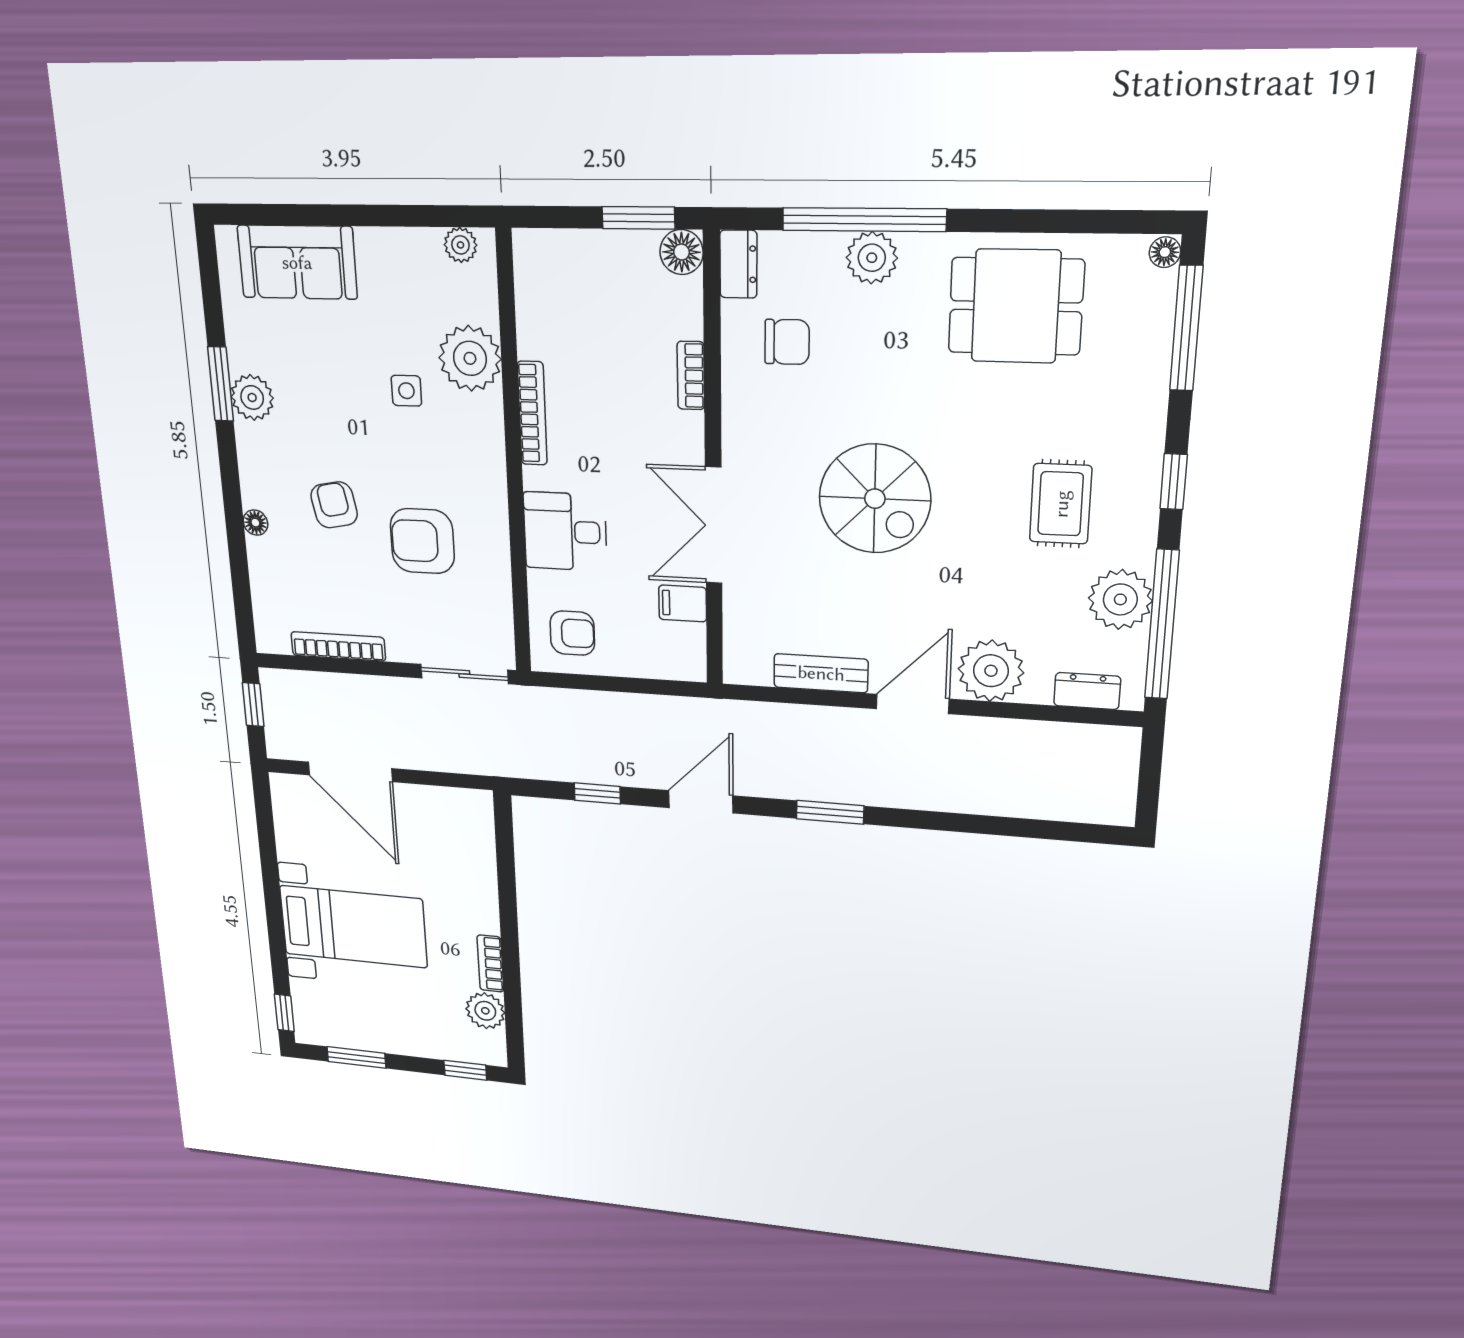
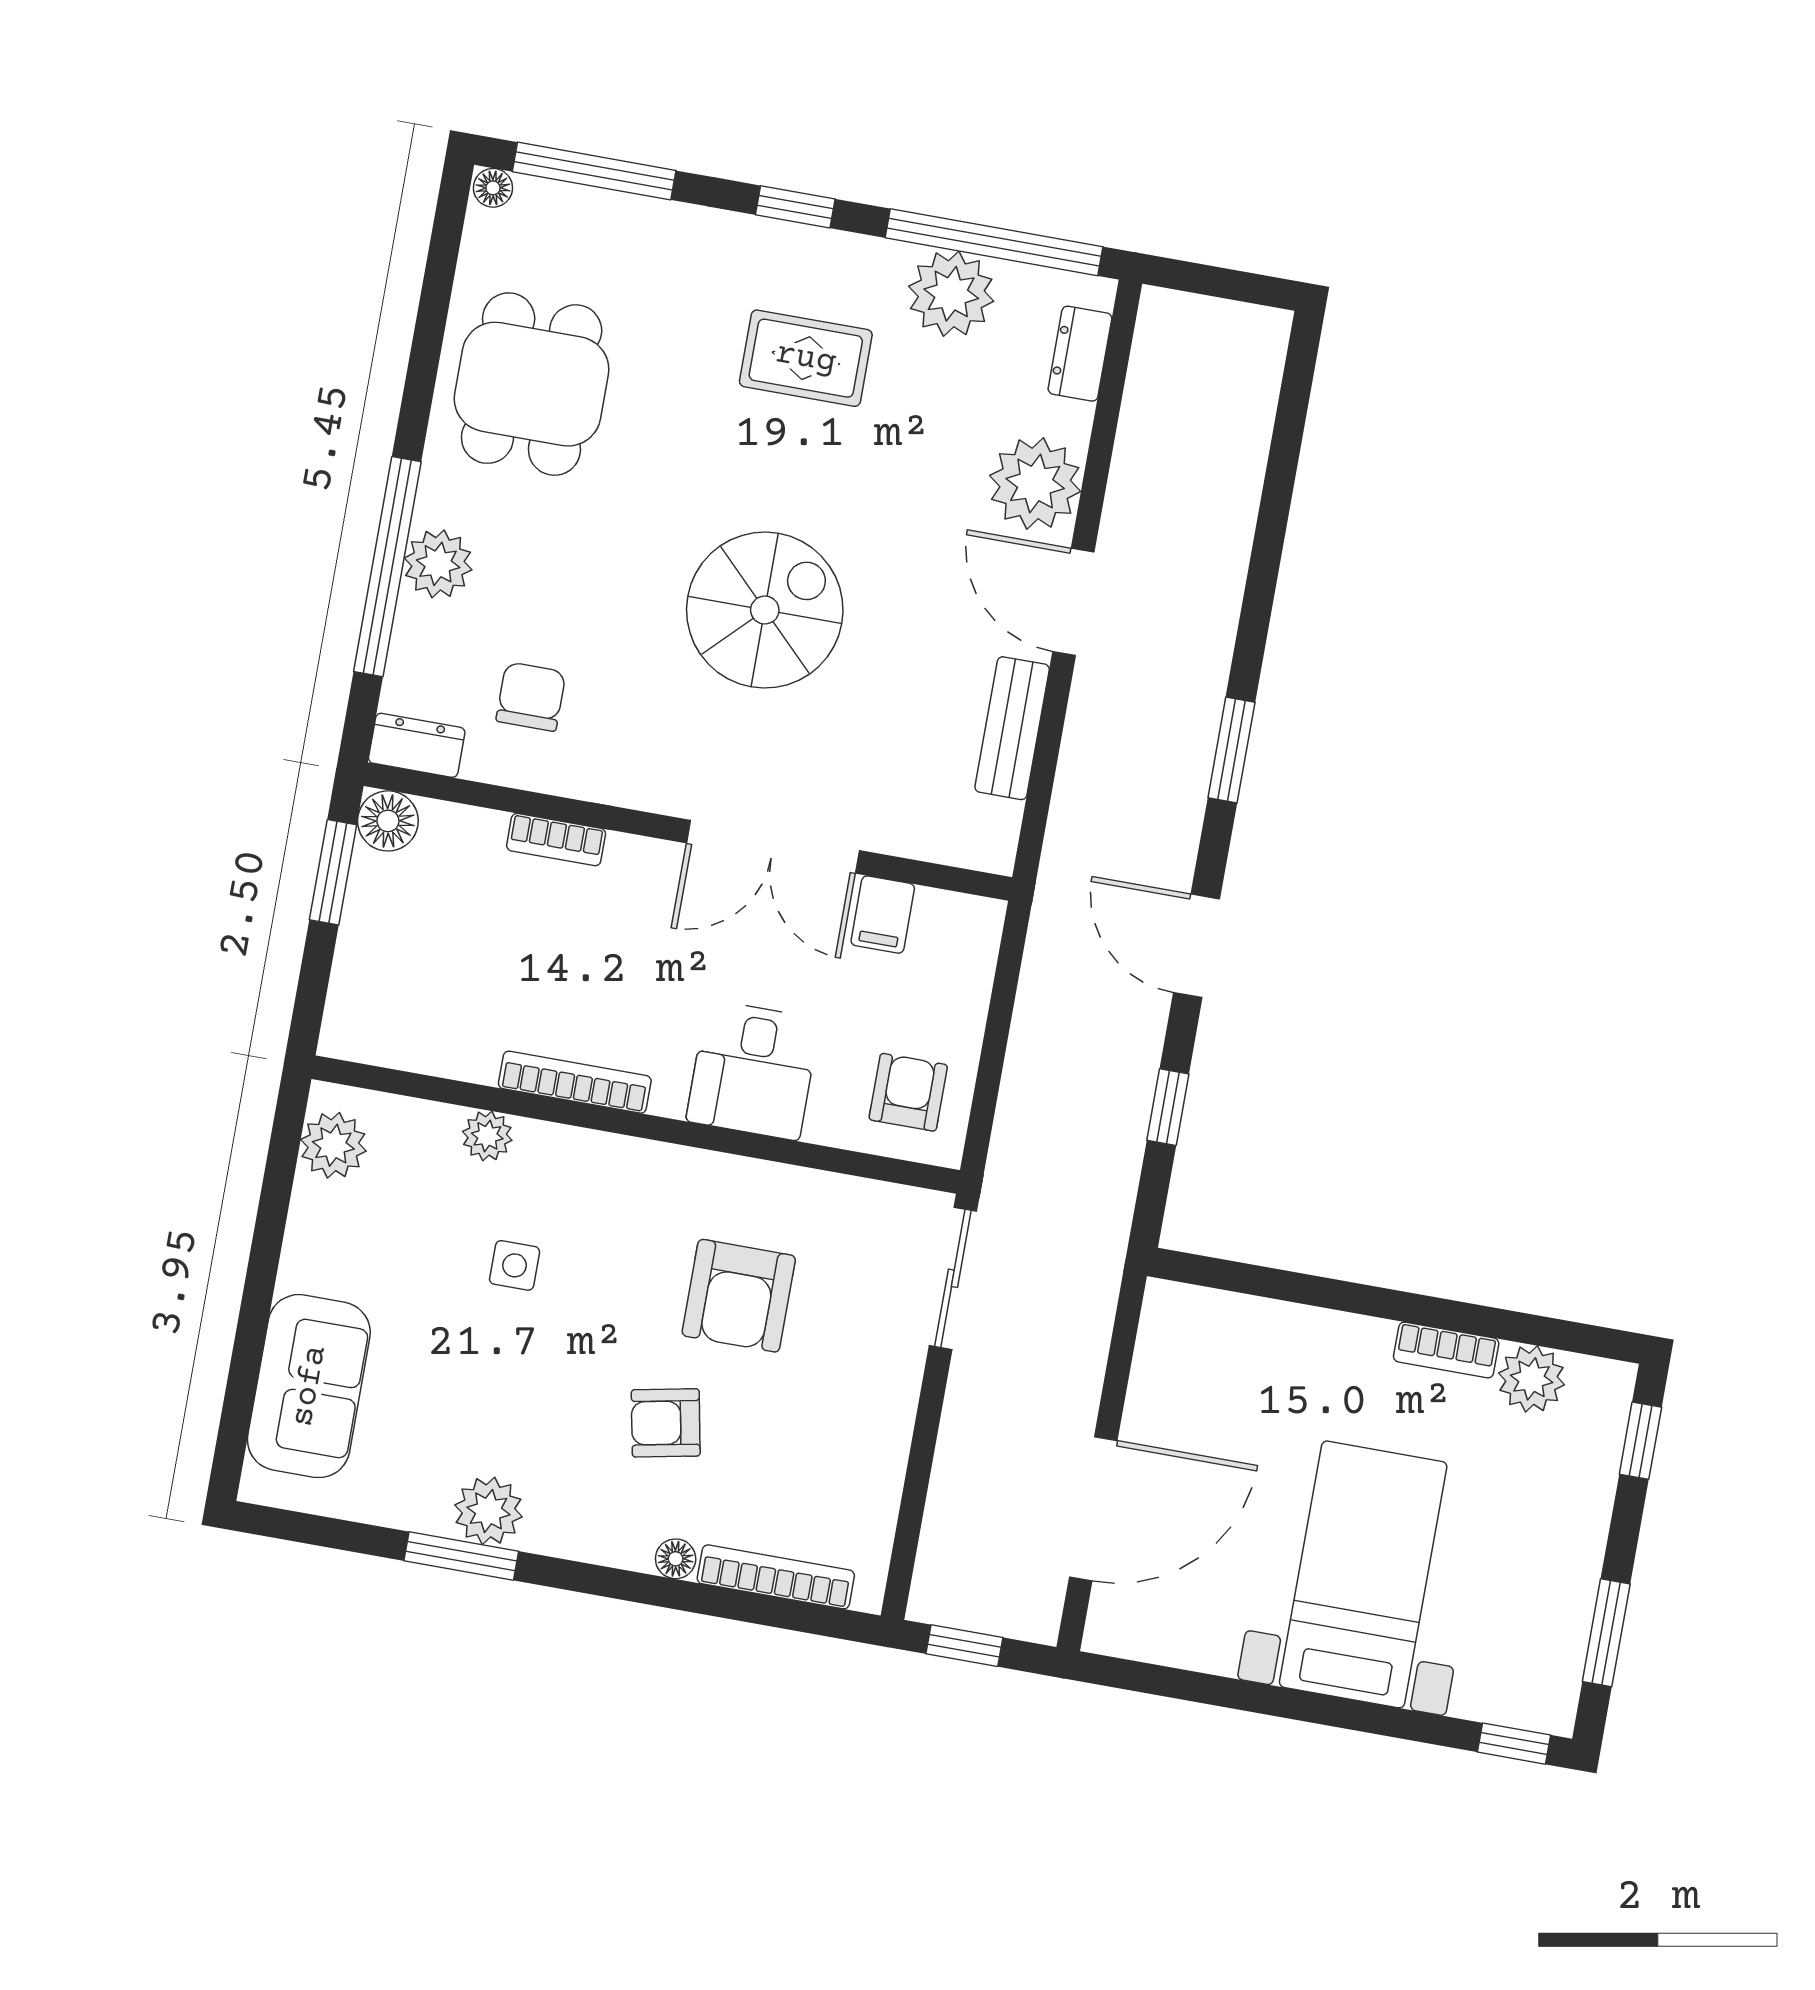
plant: (460, 245) -> (333, 1145), width x1.38, depth x1.38
plant: (470, 358) -> (487, 1136), width x0.53, depth x0.53
bookcase: (338, 646) -> (776, 1577), moved, turned 90

